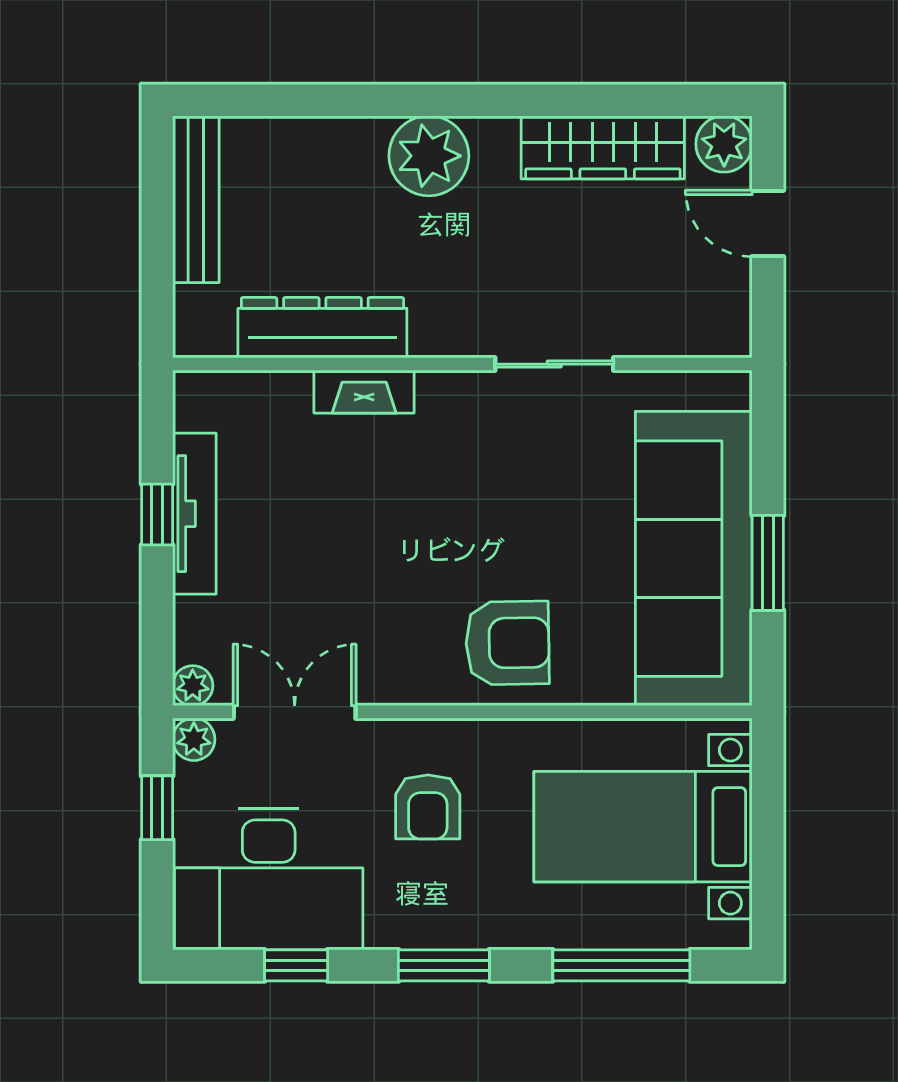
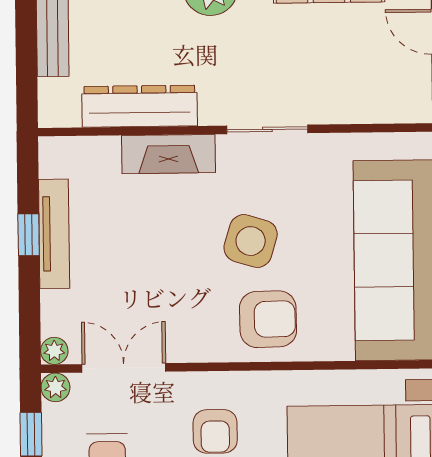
sliding door: (554, 364) -> (267, 129), moved
fireplace: (364, 392) -> (168, 154), width x1.37, depth x1.32
side table: (483, 528) -> (251, 241), added

